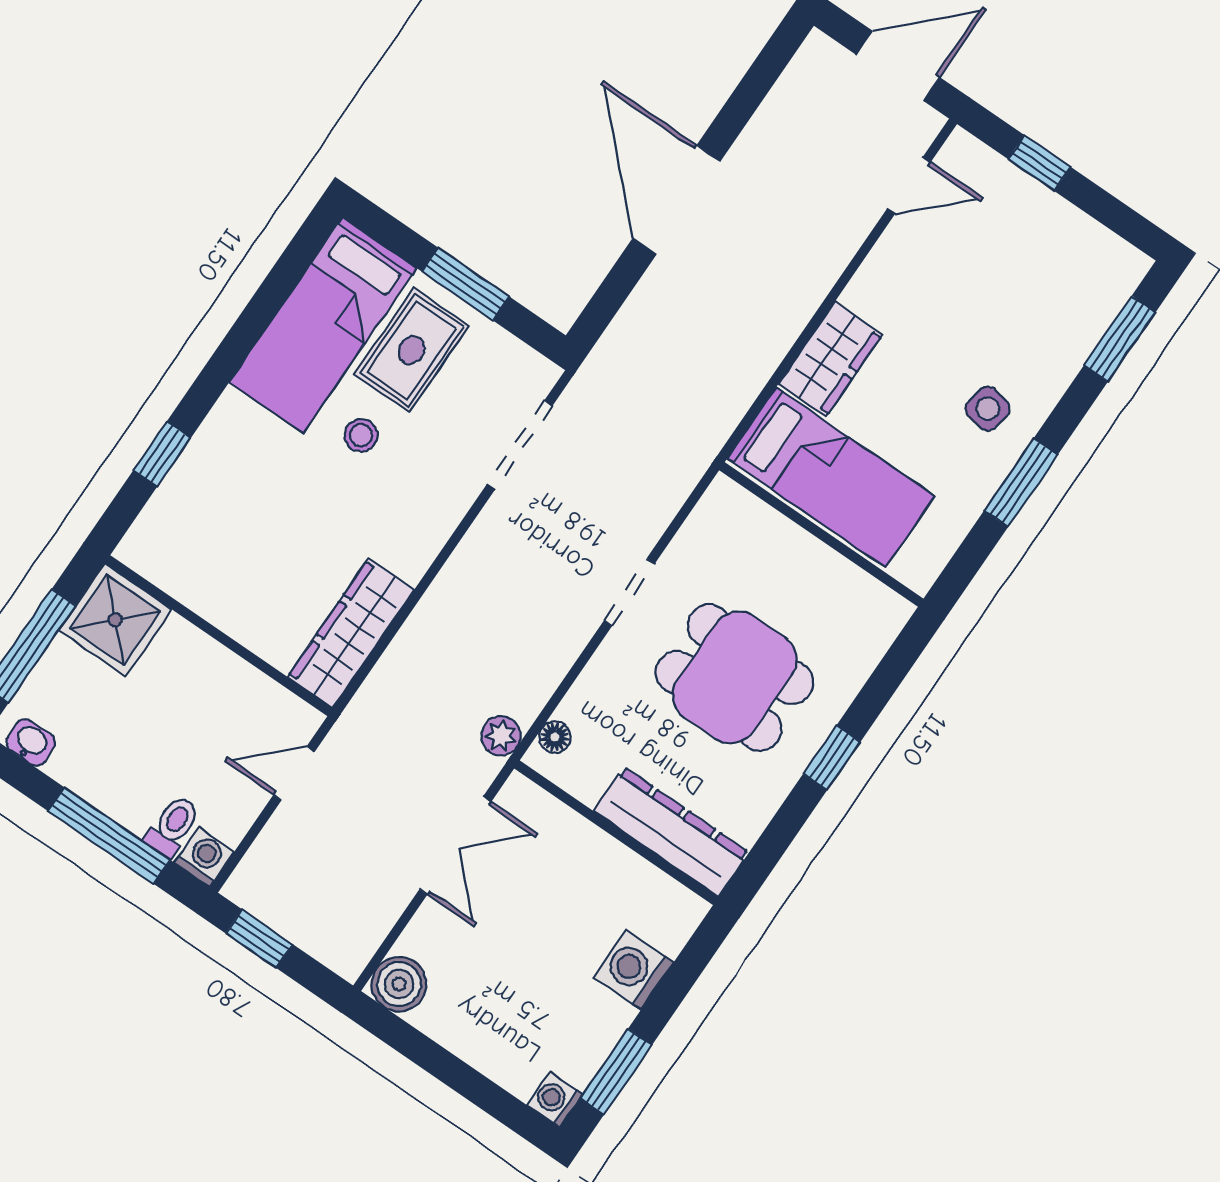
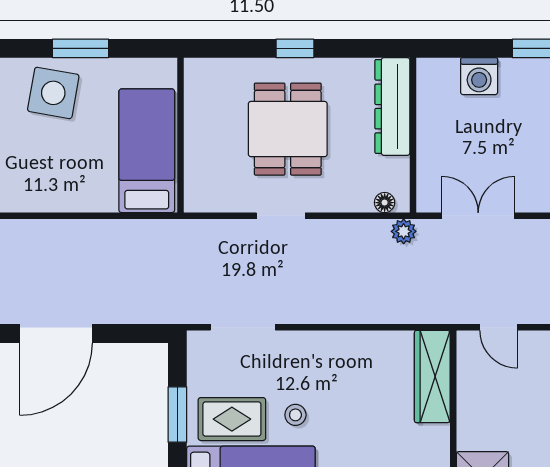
wardrobe: (831, 359) -> (84, 194), removed
side table: (988, 408) -> (53, 93), width x1.87, depth x1.87
wardrobe: (351, 633) -> (432, 376), moved, turned 90

